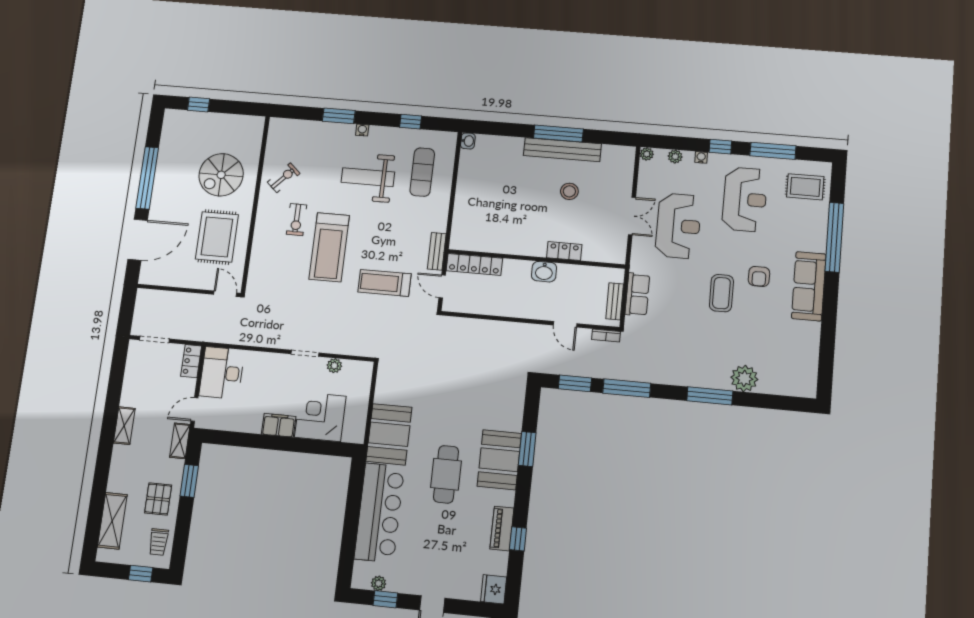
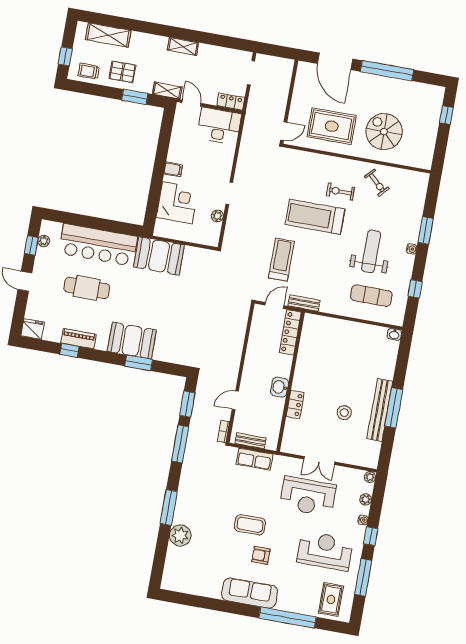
reception desk: (745, 199) -> (325, 551), turned 180
filing cabinet: (279, 425) -> (173, 169), width x0.50
cafe table: (446, 474) -> (87, 288), moved

